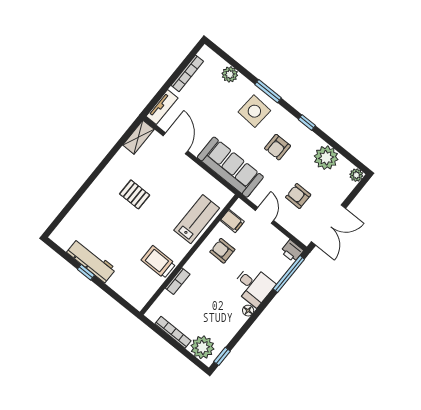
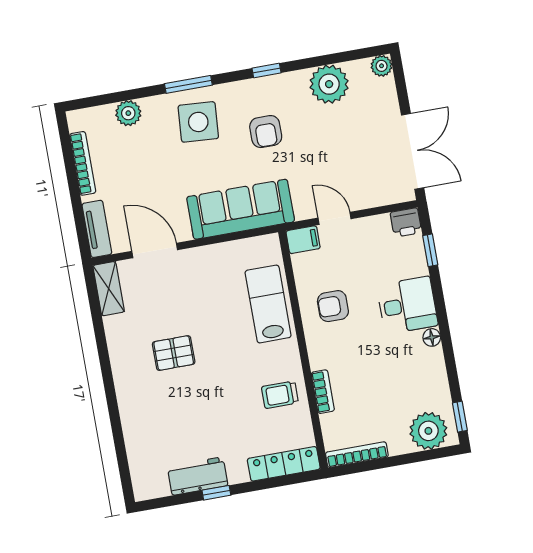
armchair: (298, 196) -> (346, 158), removed
filing cabinet: (232, 221) -> (303, 240), moved
workbench: (91, 261) -> (198, 476), width x0.73
trolley: (158, 262) -> (280, 395), width x0.73, depth x0.72
window: (289, 274) -> (430, 250), width x0.46
locker: (127, 292) -> (284, 464), added
bookcase: (173, 332) -> (357, 455), moved

